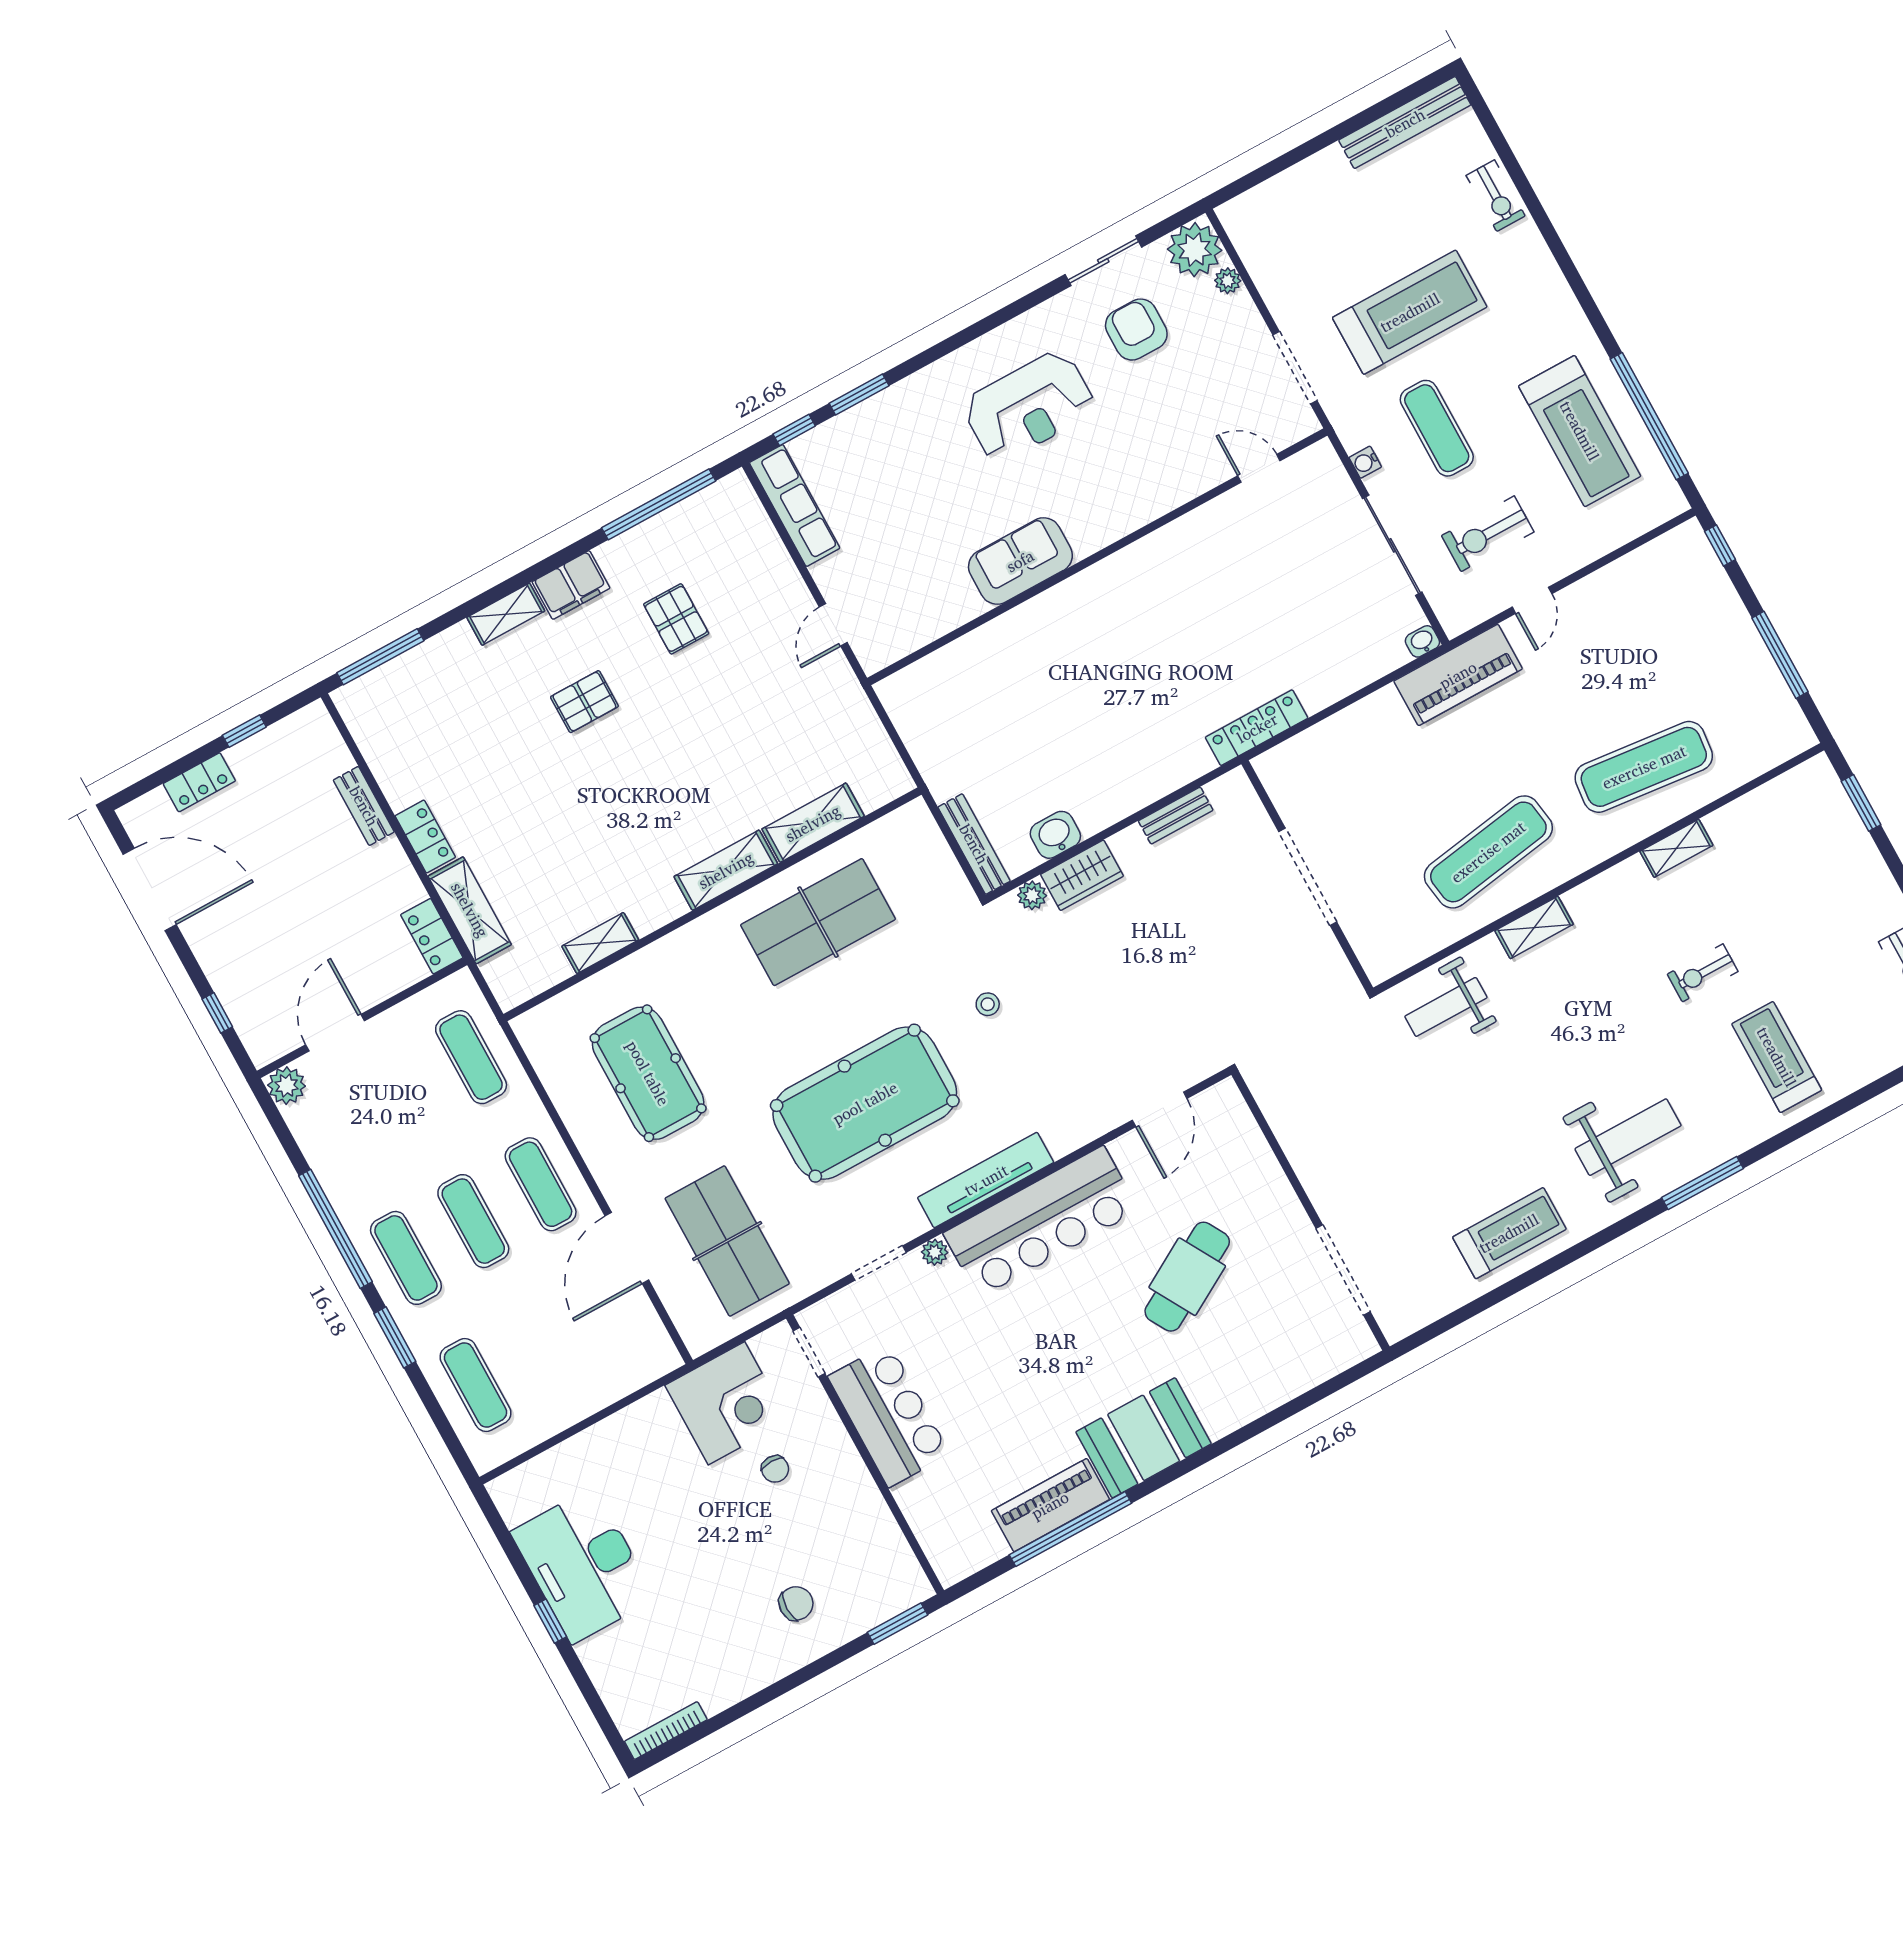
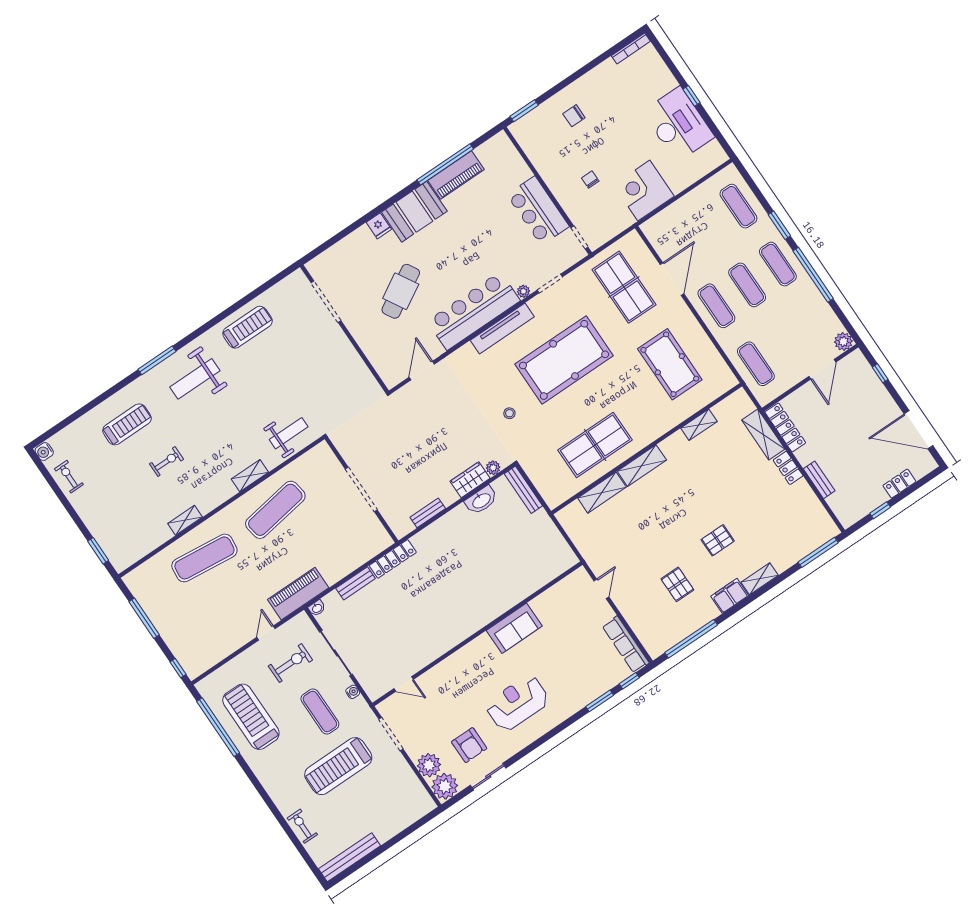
plant: (1228, 281) -> (429, 765), width x1.88, depth x1.88
bench: (1338, 685) -> (356, 583), added
washbasin: (1055, 835) -> (481, 500), width x1.38
locker: (432, 936) -> (785, 427), width x1.53
treadmill: (1777, 1057) -> (127, 424), turned -90
treadmill: (1509, 1233) -> (248, 327), turned 180
corner desk: (726, 1403) -> (644, 191), moved
fridge: (1219, 1416) -> (379, 226), added

